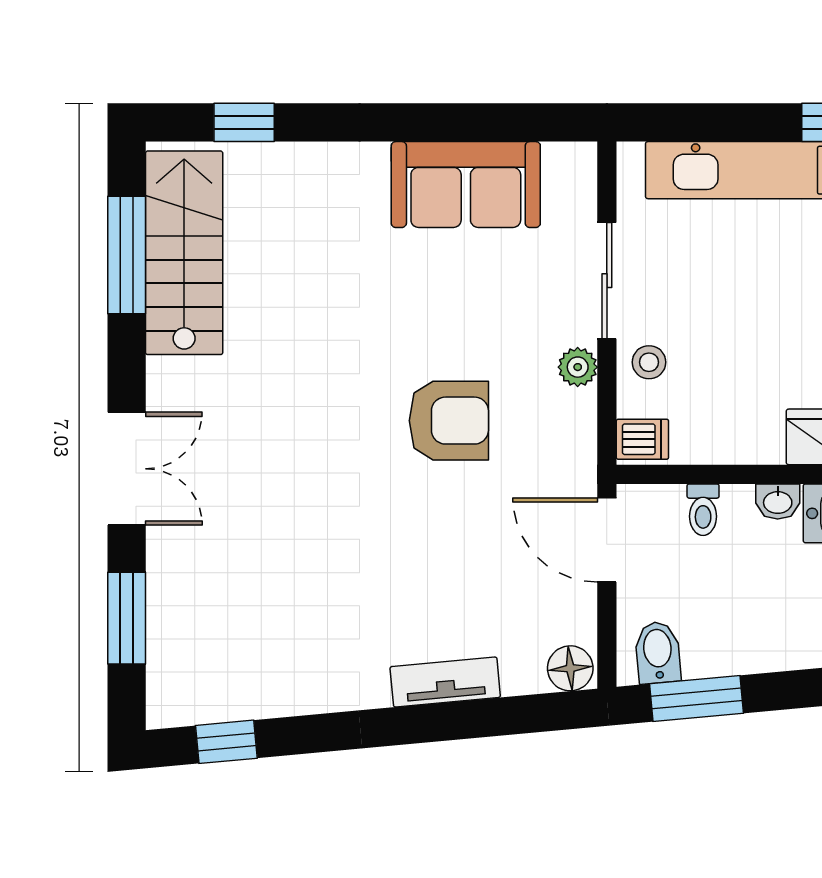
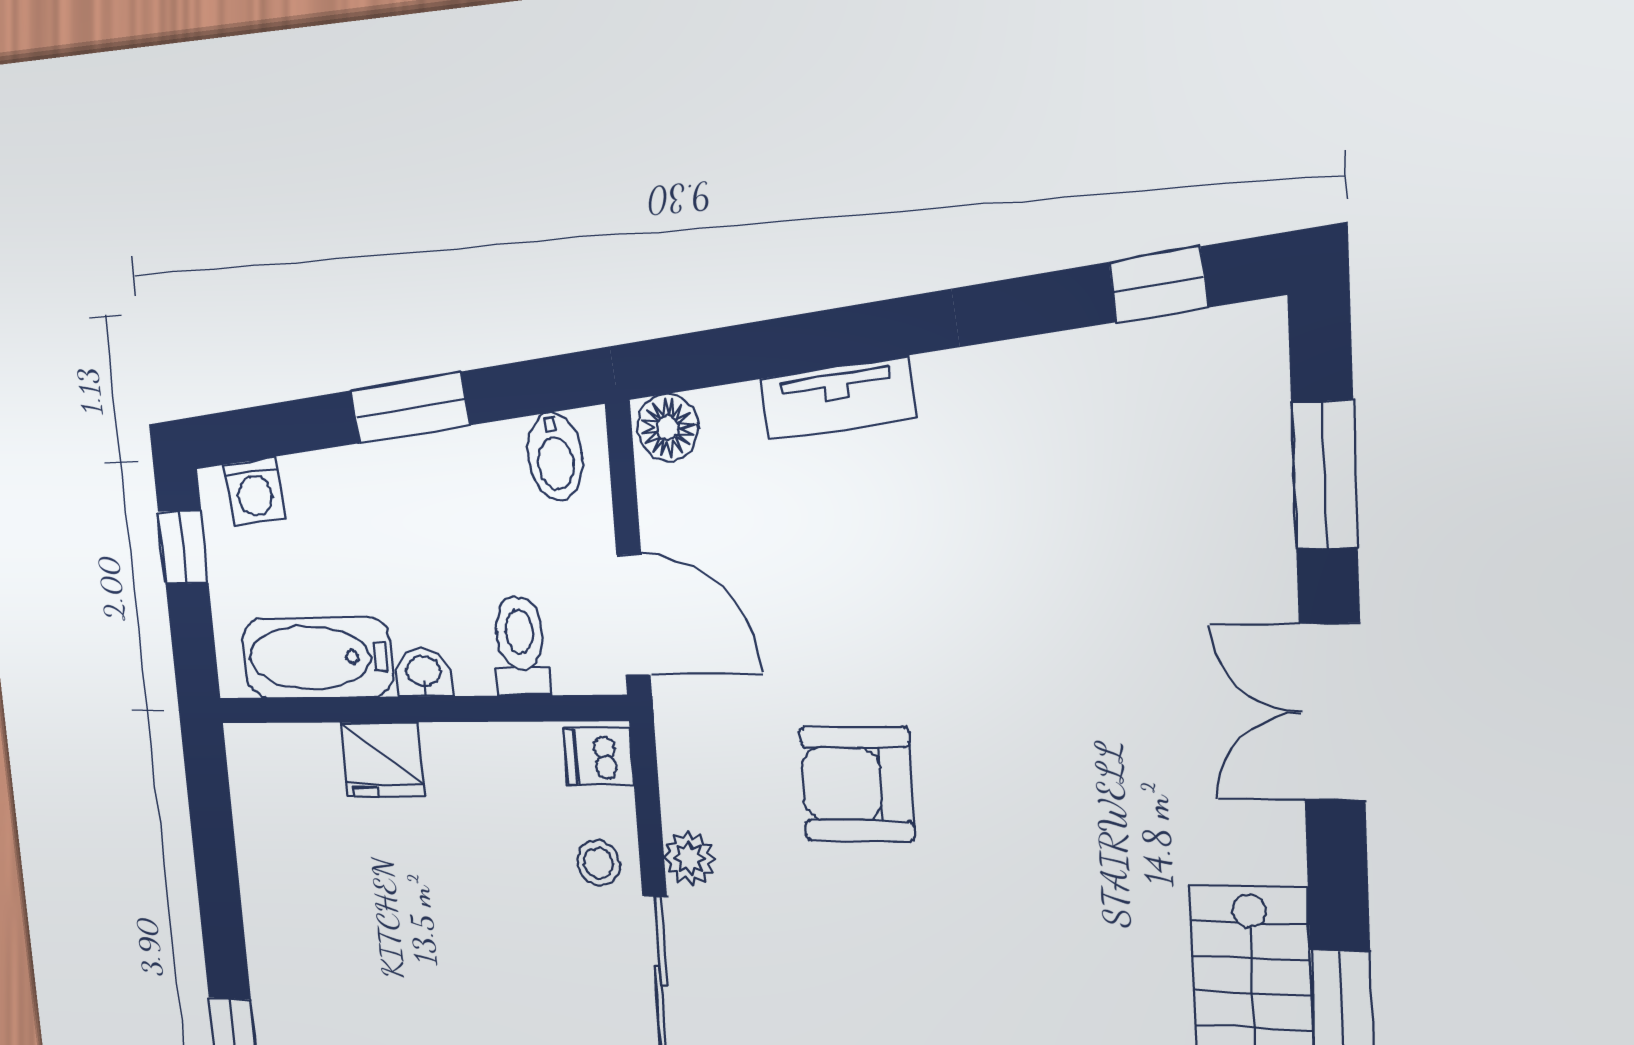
toilet: (703, 510) -> (520, 646), width x1.37, depth x1.39
window: (696, 699) -> (410, 408), moved

